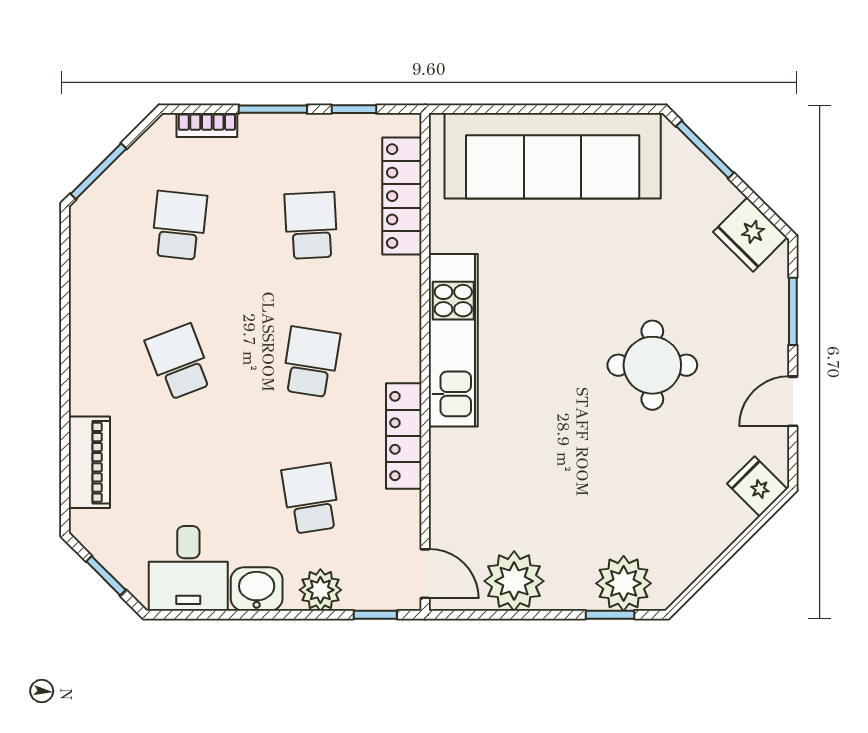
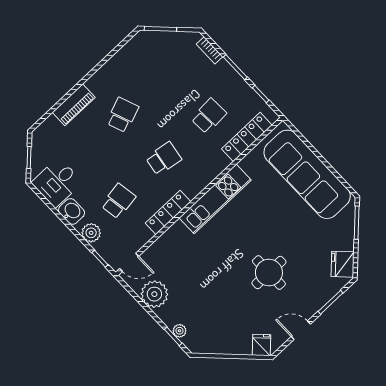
school desk: (179, 225) -> (168, 72), removed
piano: (89, 462) -> (74, 105), moved
door: (425, 574) -> (129, 262), hinge flipped
plant: (624, 583) -> (179, 331), width x0.53, depth x0.53

